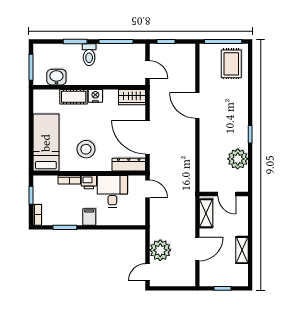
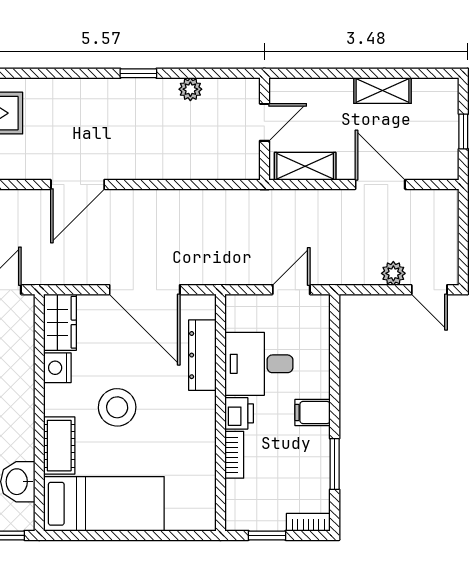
nightstand: (95, 96) -> (57, 368), moved
door: (147, 137) -> (145, 290), hinge flipped
bed: (46, 143) -> (104, 504), moved, turned 180
stool: (86, 149) -> (117, 407), moved
plant: (238, 159) -> (190, 89), width x0.53, depth x0.53
dresser: (129, 165) -> (202, 355), moved
door: (147, 189) -> (291, 290), moved
plant: (160, 250) -> (393, 273), width x0.53, depth x0.53

